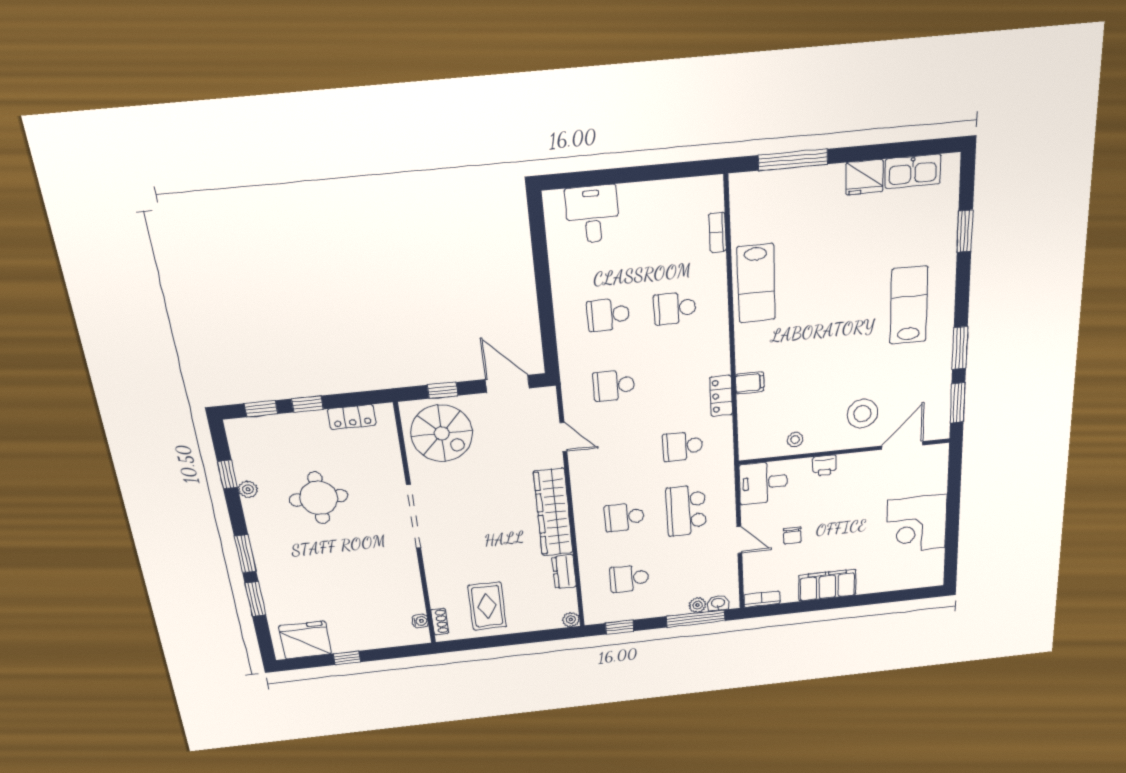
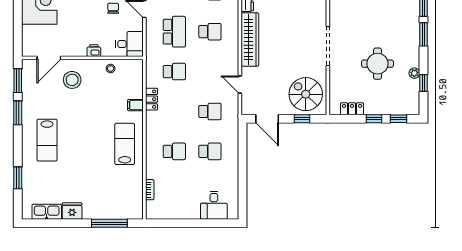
lab bench: (756, 283) -> (125, 144), moved

